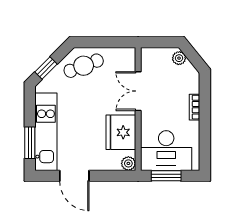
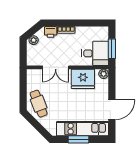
window: (46, 68) -> (40, 129), removed
printer: (191, 84) -> (51, 32), added
window: (30, 143) -> (79, 139), moved
desk: (166, 151) -> (95, 53), width x0.73

